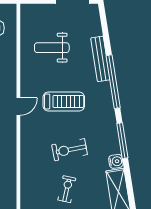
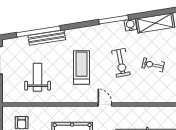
weight bench: (52, 48) -> (38, 77), turned 180
window: (113, 82) -> (38, 31), moved
door: (18, 107) -> (105, 104), moved

